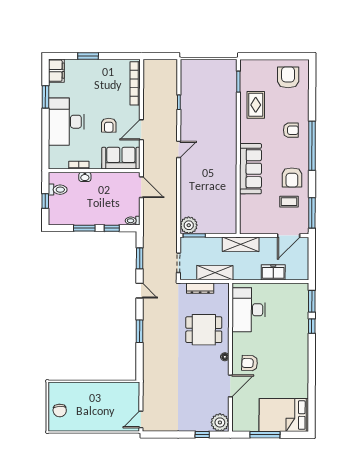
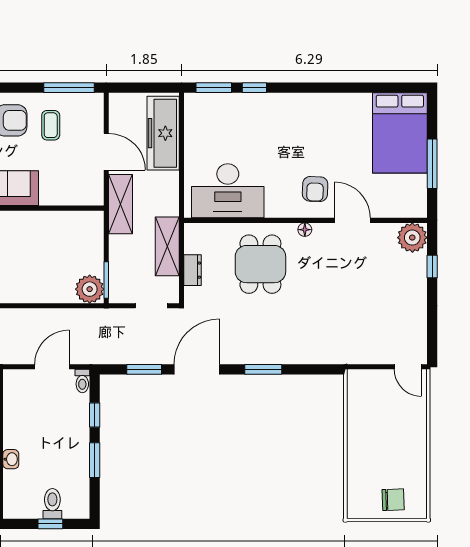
door: (141, 187) -> (52, 367), moved
toilet: (58, 190) -> (52, 504), moved
door: (289, 236) -> (106, 152), moved
freezer: (273, 272) -> (163, 133), width x1.91, depth x1.26
dresser: (200, 288) -> (193, 270), width x0.70
door: (140, 291) -> (197, 369), width x1.87

